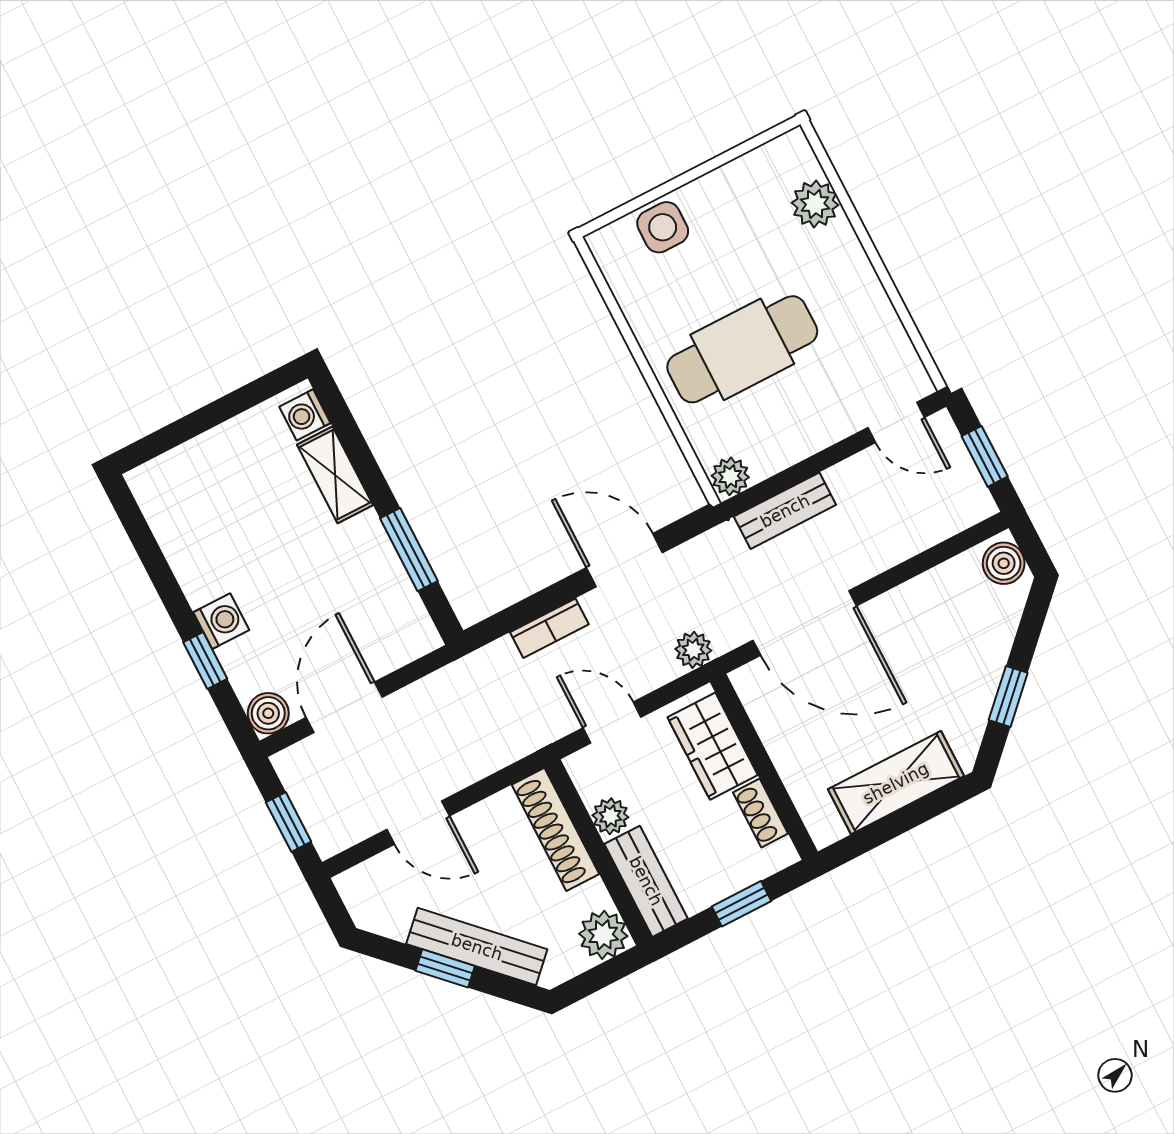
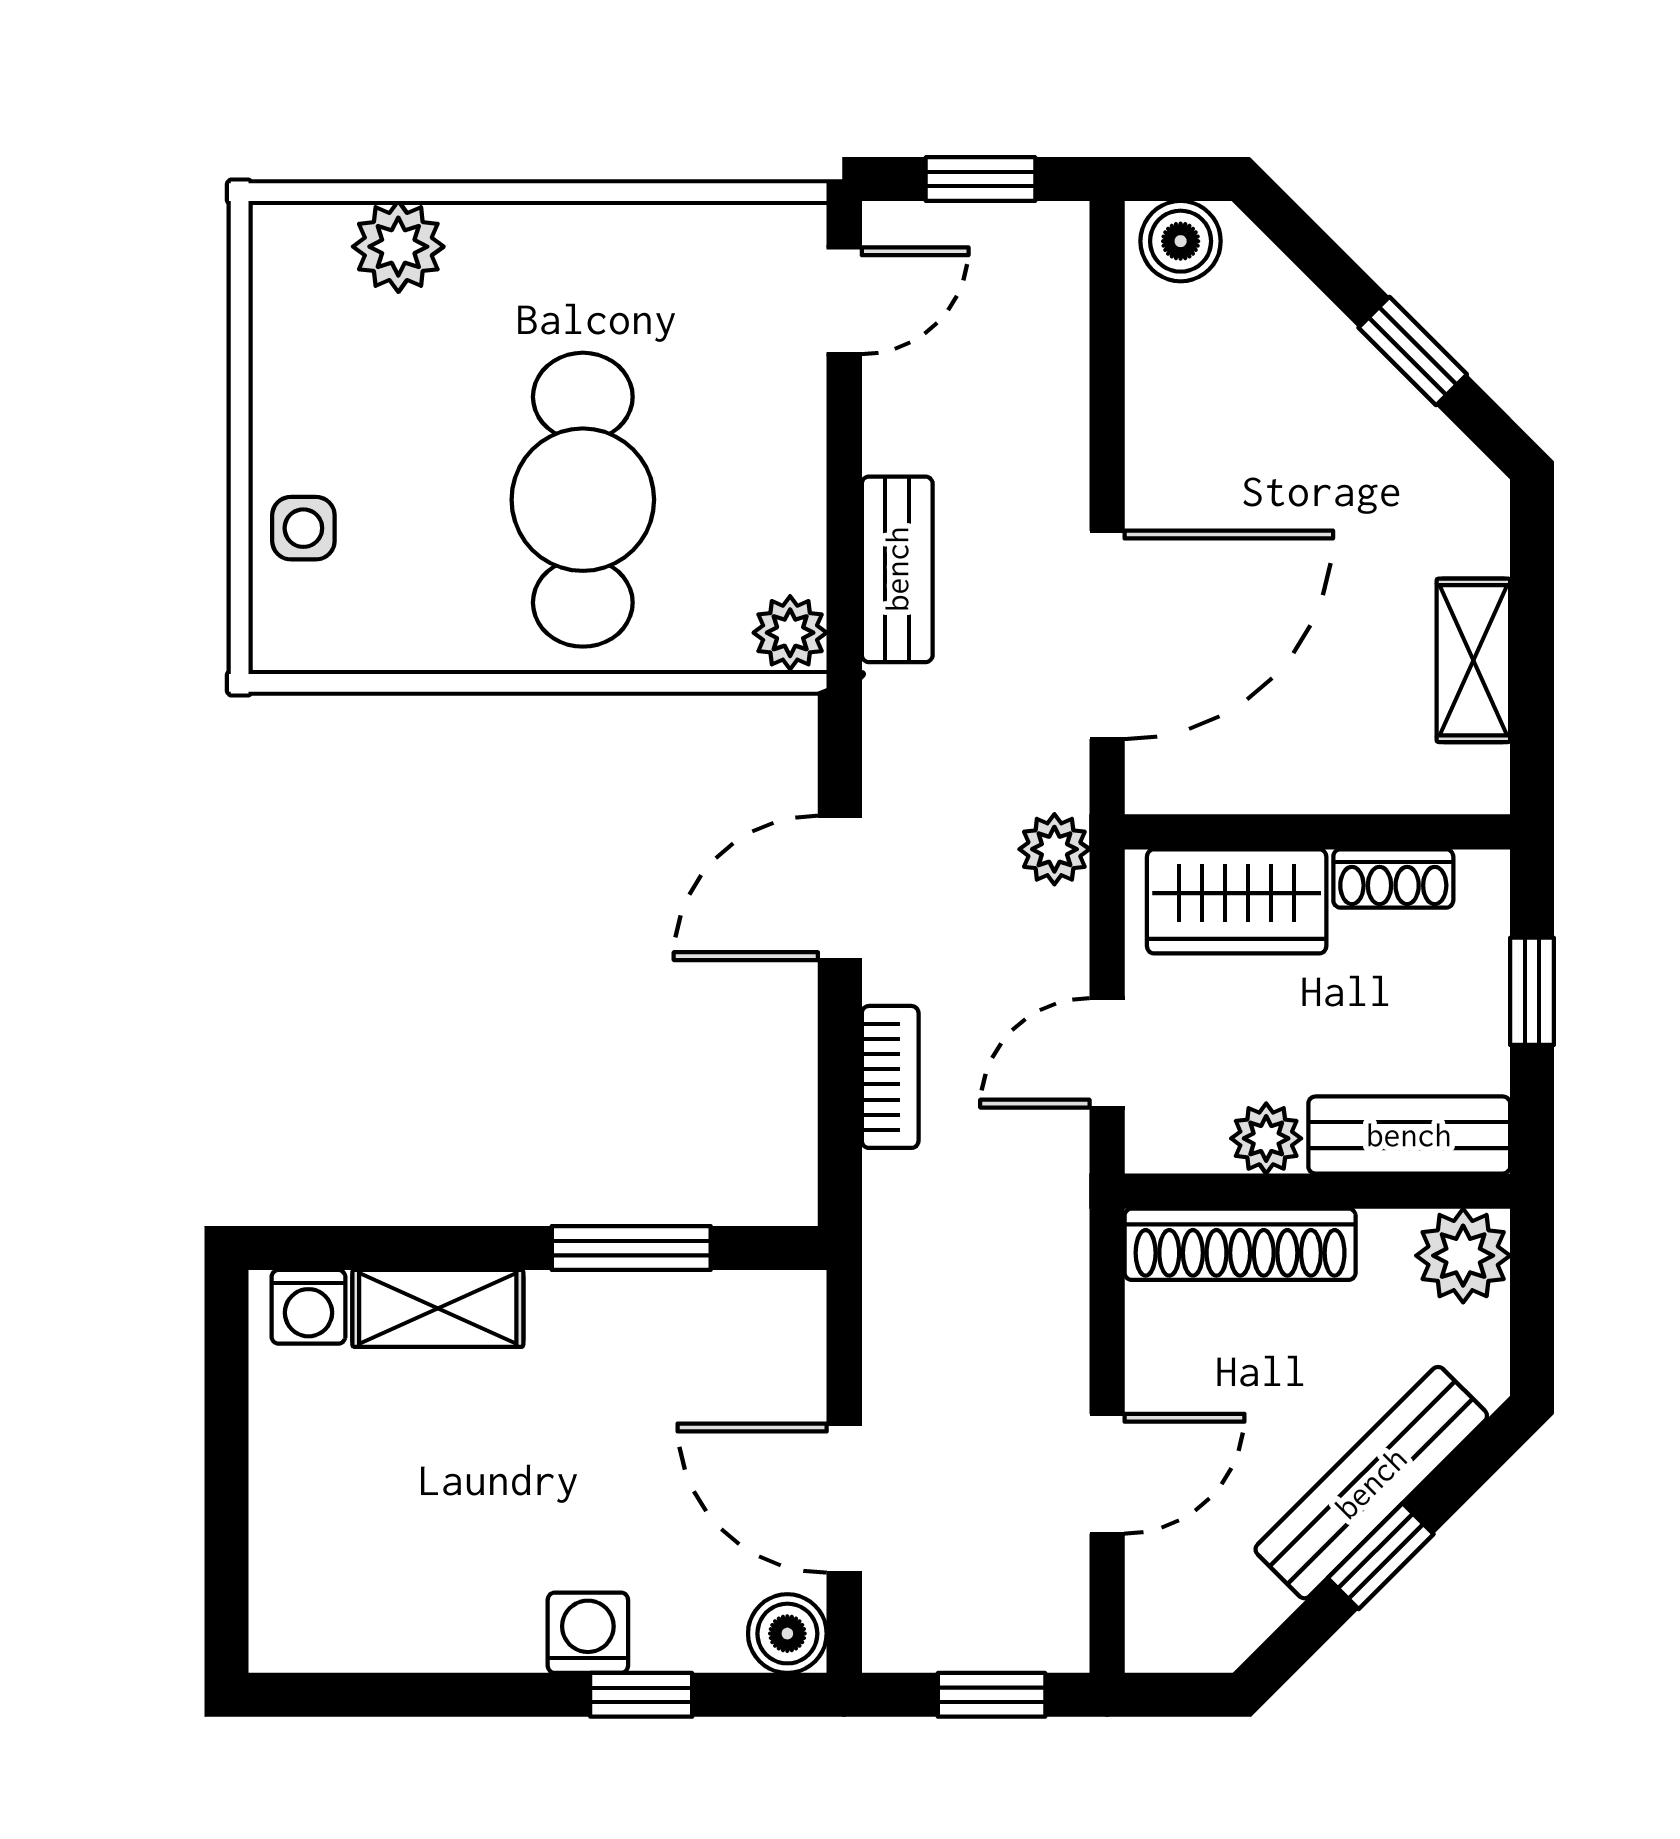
side table: (663, 227) -> (303, 528), width x0.73, depth x0.73
shelving: (896, 783) -> (1473, 660), width x0.67, depth x0.75

